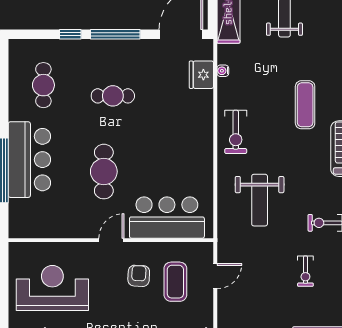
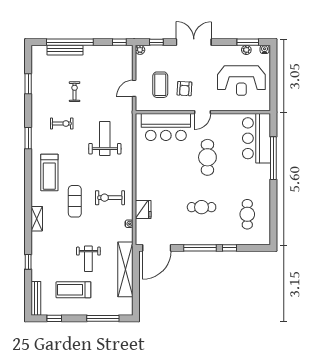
fridge: (201, 75) -> (143, 209), moved
exercise bike: (236, 132) -> (110, 198), moved, turned -90
bar counter: (29, 160) -> (256, 138), moved

